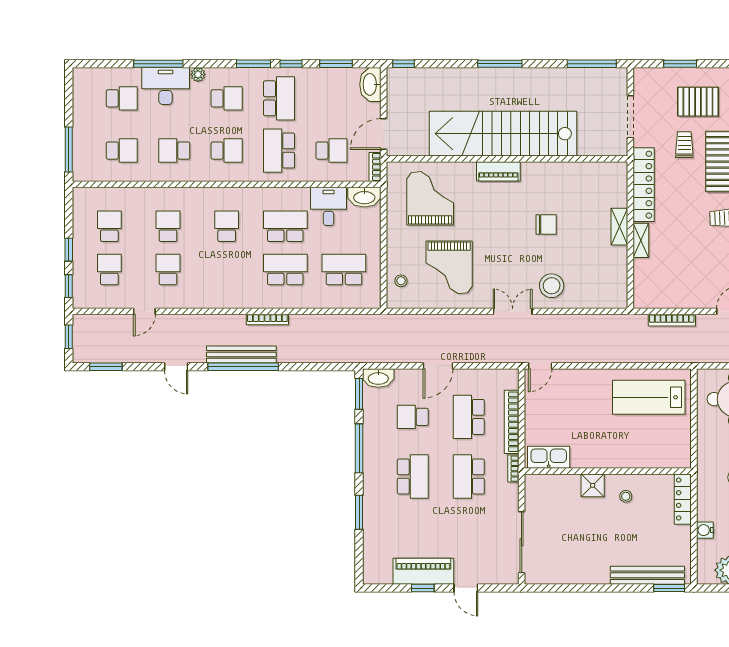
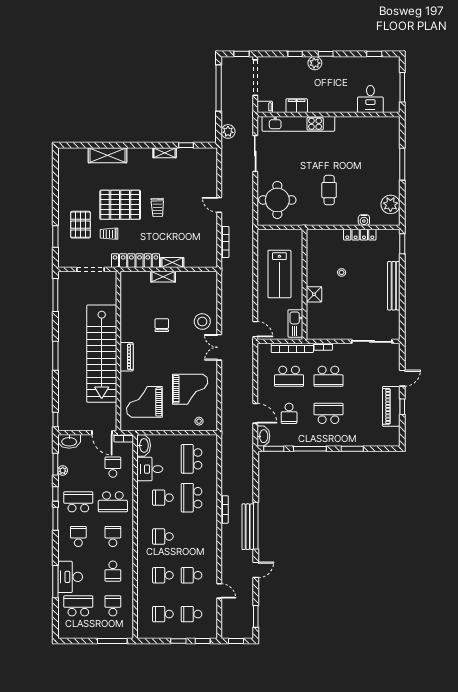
plant: (198, 75) -> (63, 470), moved
school desk: (122, 98) -> (78, 606), width x1.85
school desk: (285, 226) -> (163, 498), width x0.54
door: (438, 366) -> (255, 413), moved
lab bench: (649, 397) -> (279, 274), moved
kitchen sink: (549, 457) -> (295, 323), moved
wall: (608, 471) -> (304, 284), moved
shower: (593, 485) -> (314, 294), moved
locker: (683, 499) -> (360, 235), moved
bench: (647, 575) -> (394, 286), moved

